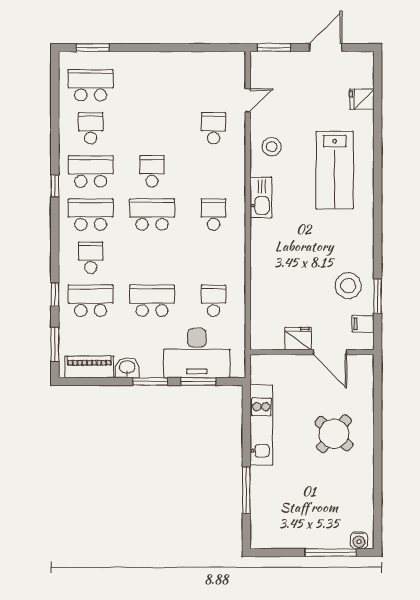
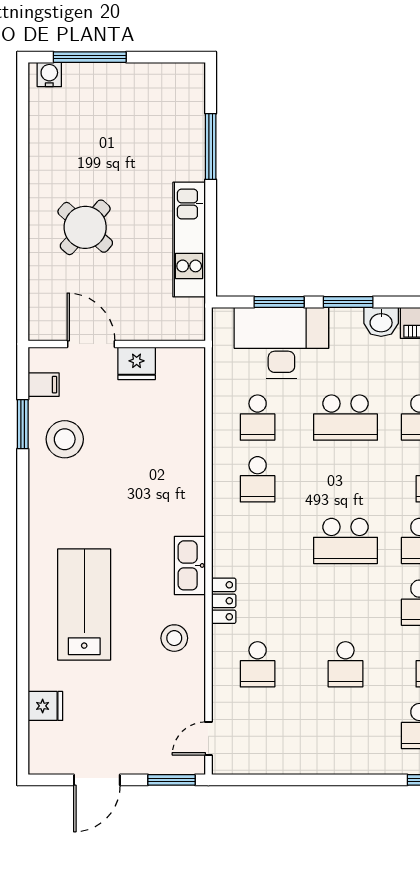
door: (248, 100) -> (208, 738), moved
school desk: (152, 171) -> (345, 664), moved
locker: (237, 173) -> (224, 601), added
school desk: (213, 215) -> (258, 479), moved

